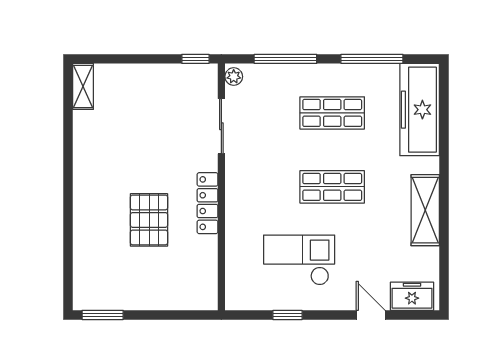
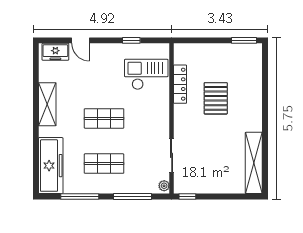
shelving: (83, 86) -> (254, 163), width x2.20, depth x1.33
locker: (208, 203) -> (180, 84), moved
checkout: (299, 260) -> (146, 74), moved, turned 180

